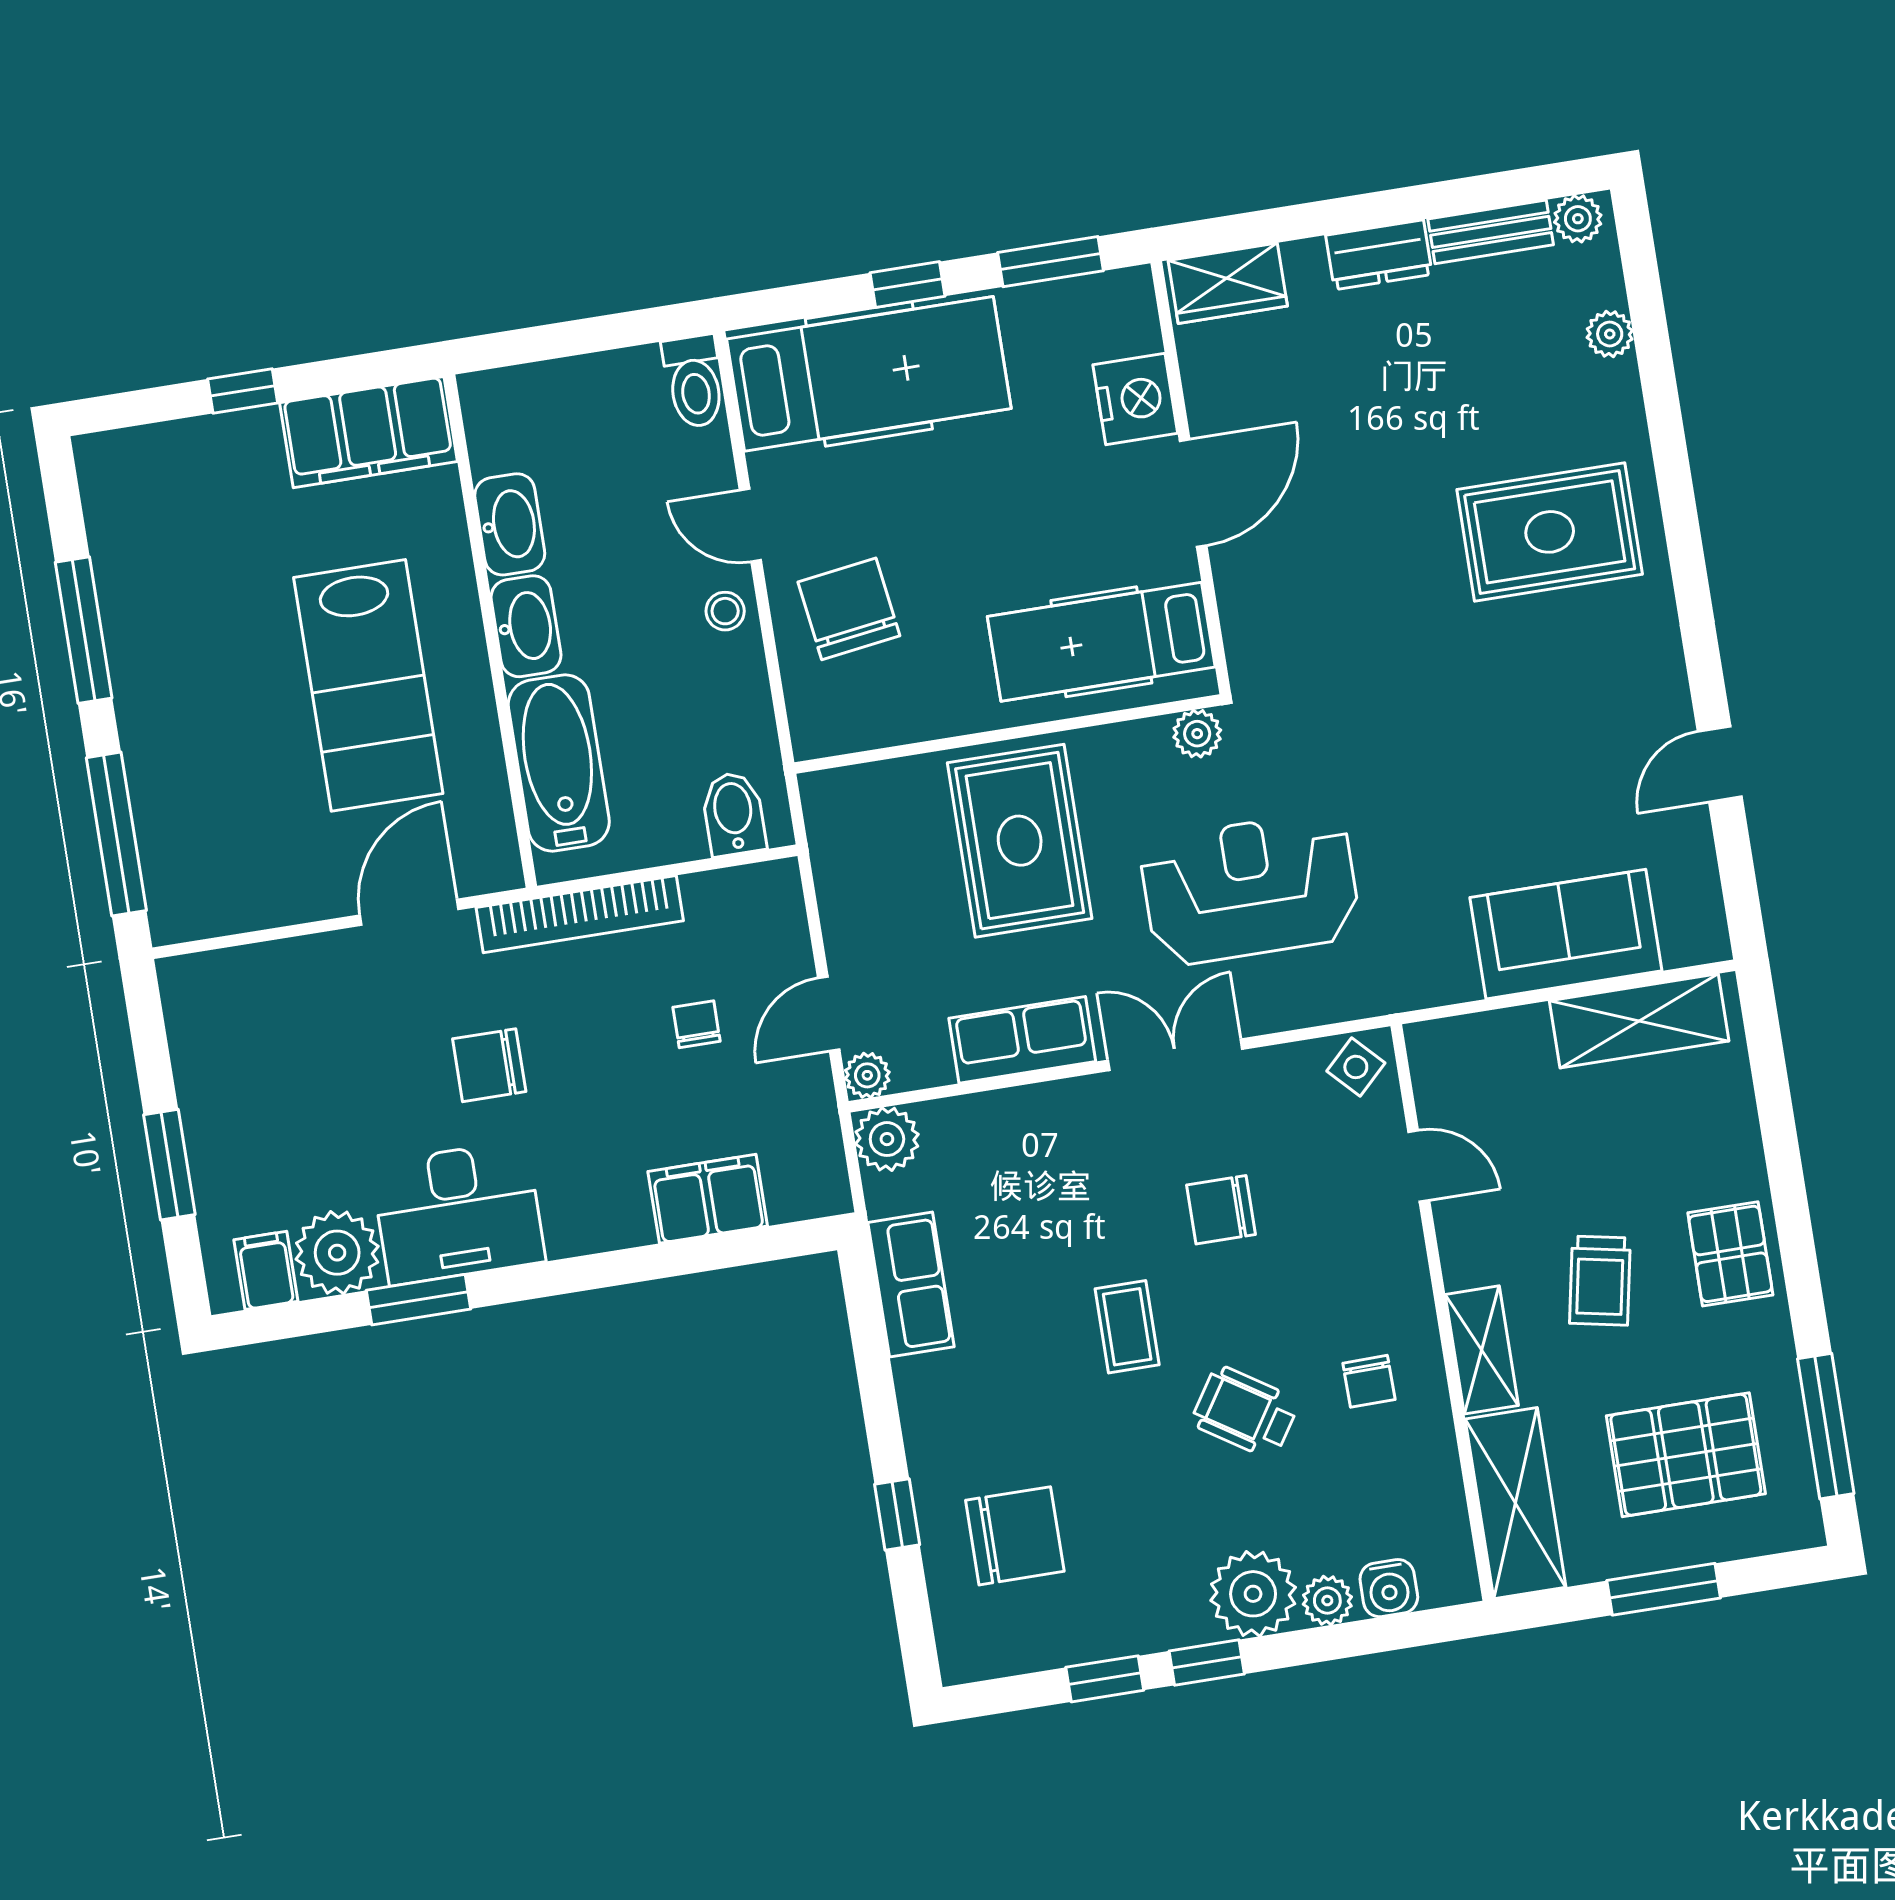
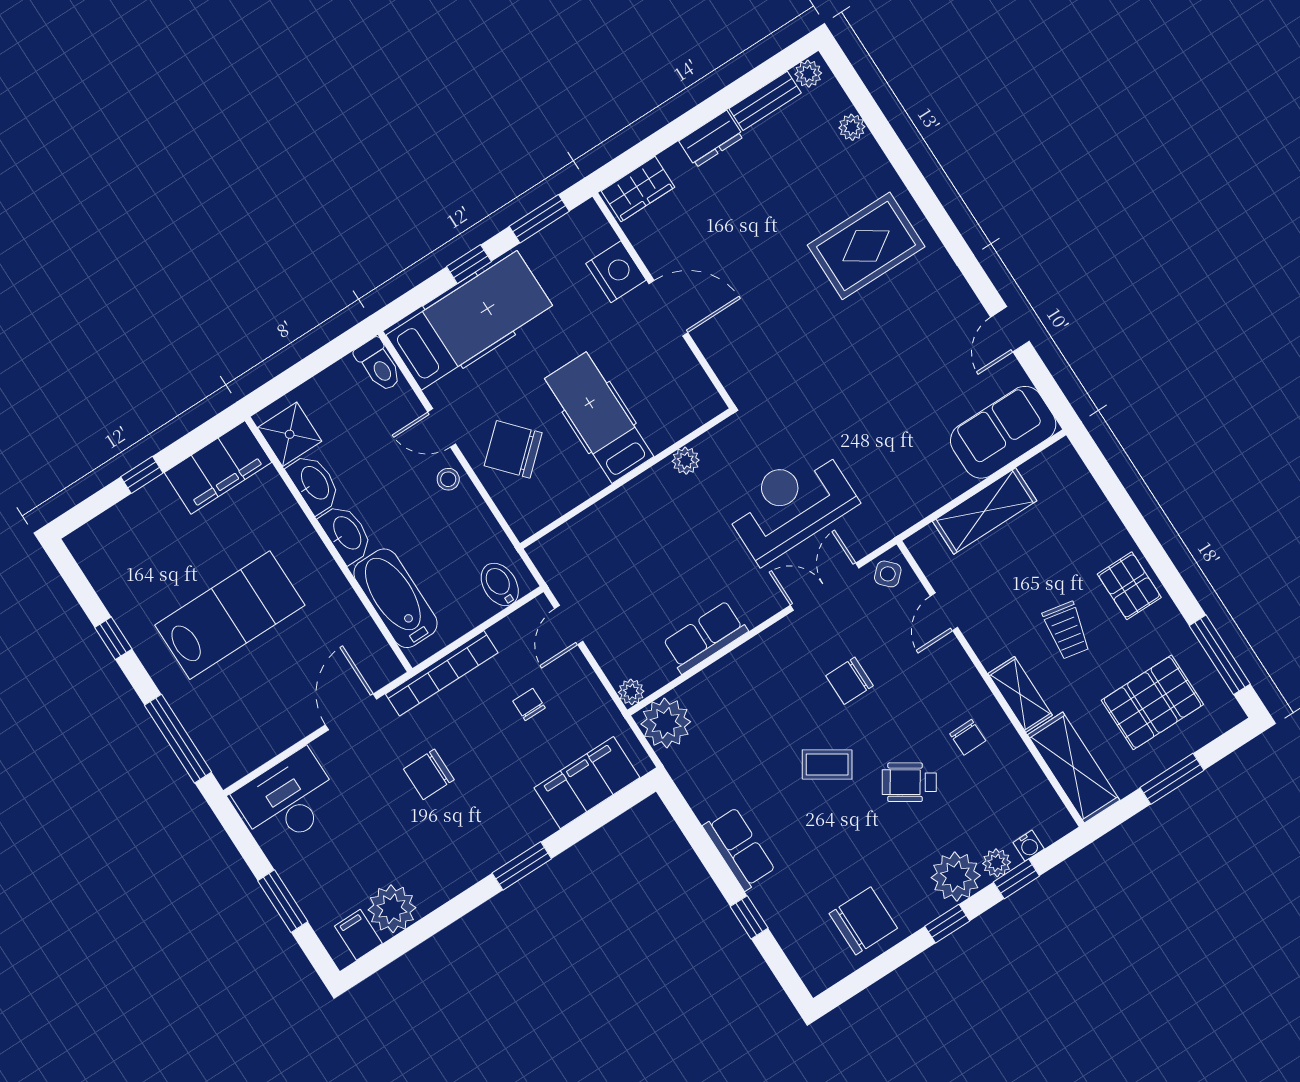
shower: (505, 429) -> (290, 434), added
door: (1193, 493) -> (668, 308), hinge flipped
chair: (849, 609) -> (513, 449), turned -34
window: (84, 630) -> (113, 638), width x0.46
hospital bed: (1101, 642) -> (599, 418), moved, turned 90
lab bench: (368, 685) -> (230, 615), moved, turned -90
plant: (1197, 734) -> (686, 461), moved
rug: (1020, 841) -> (657, 532), removed
sofa: (1566, 934) -> (1003, 432), moved
door: (829, 1014) -> (569, 625), moved
shelving: (1639, 1021) -> (985, 511), moved
double door: (1175, 1055) -> (825, 587), moved
plant: (887, 1139) -> (666, 723), width x1.36, depth x1.36
door: (1419, 1166) -> (944, 612), swing flipped
filing cabinet: (708, 1199) -> (587, 783), width x1.50, depth x1.17
desk: (458, 1213) -> (288, 800), moved, turned 180
row of seats: (911, 1285) -> (739, 849), moved
window: (418, 1300) -> (522, 866), moved
coffee table: (1127, 1327) -> (827, 765), turned -57
chair: (1015, 1536) -> (863, 921), moved
water cooler: (1389, 1588) -> (1029, 846), width x0.72, depth x0.72
window: (1105, 1679) -> (1016, 879), moved

